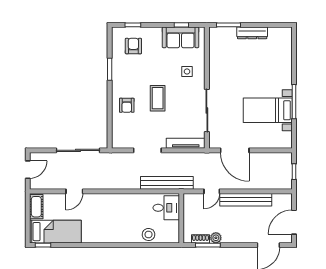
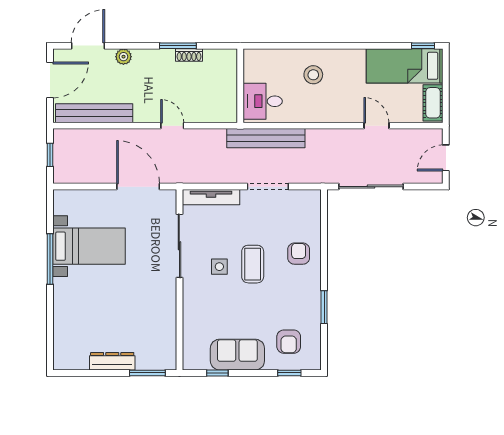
sofa: (181, 37) -> (237, 355), moved
side table: (187, 71) -> (219, 267), moved
bench: (167, 183) -> (266, 138), moved
door: (74, 191) -> (376, 126), hinge flipped
door: (212, 191) -> (172, 126), hinge flipped
bench: (246, 200) -> (94, 113), moved
desk: (166, 208) -> (263, 101), moved
wall: (181, 218) -> (240, 86), moved
stool: (149, 235) -> (313, 75), moved
plant: (216, 238) -> (123, 57), moved

